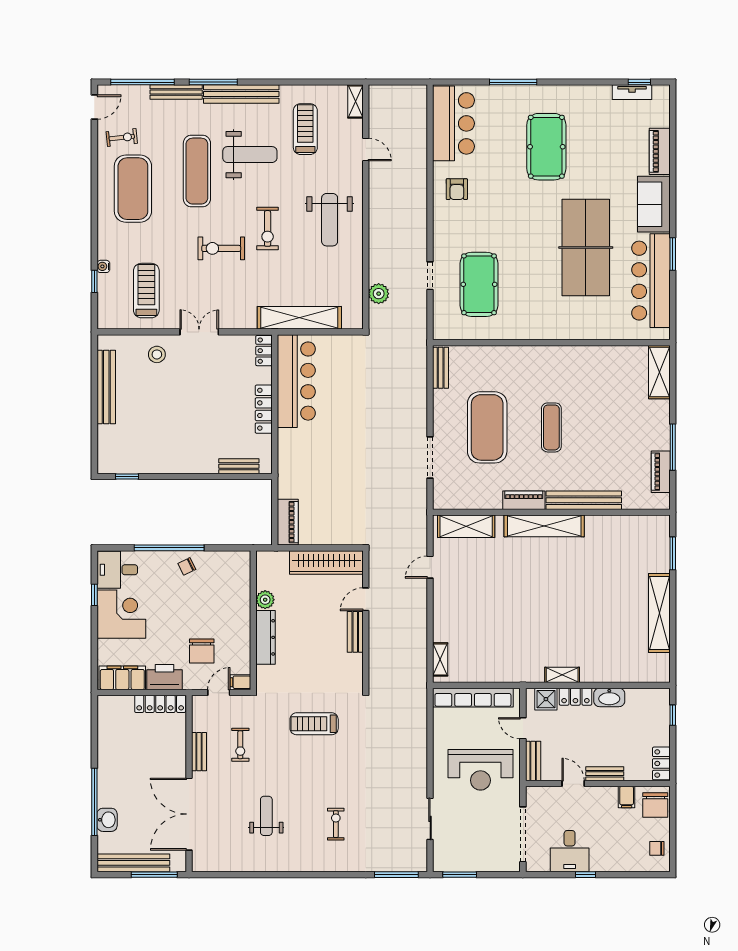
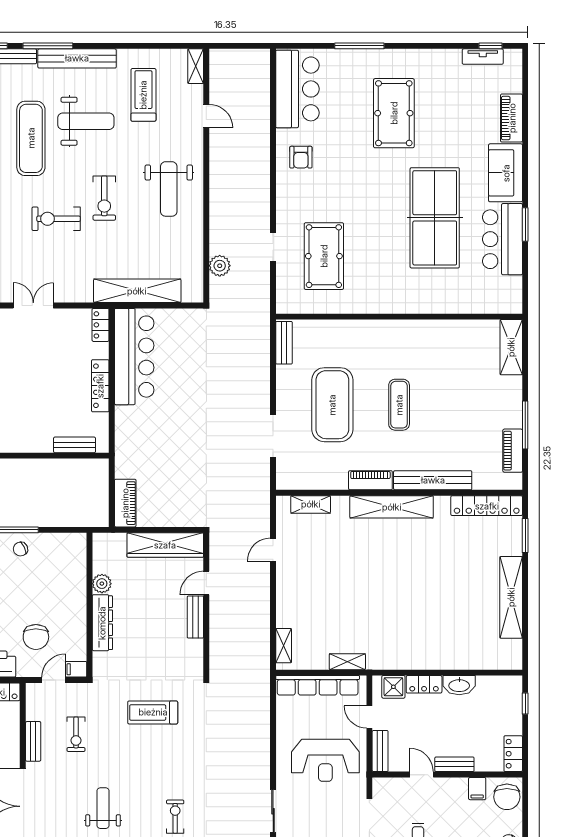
bar counter: (651, 281) -> (502, 239), width x0.73
locker: (636, 525) -> (487, 506), added
shelving: (466, 526) -> (311, 504), width x0.67, depth x0.75
shelving: (562, 675) -> (347, 662), moved

